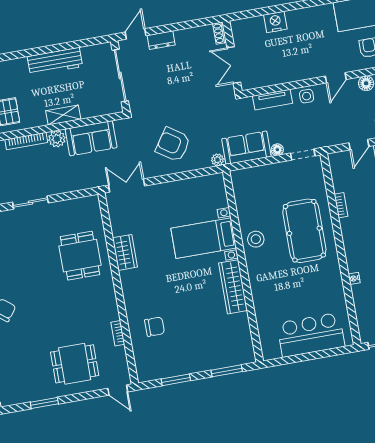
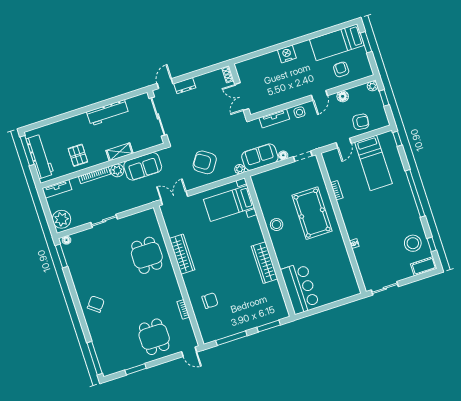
nightstand: (275, 22) -> (287, 54), moved
bed with nightstands: (204, 238) -> (229, 203), moved
wardrobe: (125, 252) -> (182, 254), width x1.50
bar counter: (311, 335) -> (300, 288), moved, turned 90
dining table: (75, 364) -> (154, 337), turned 90
window: (176, 380) -> (231, 338), width x1.44

